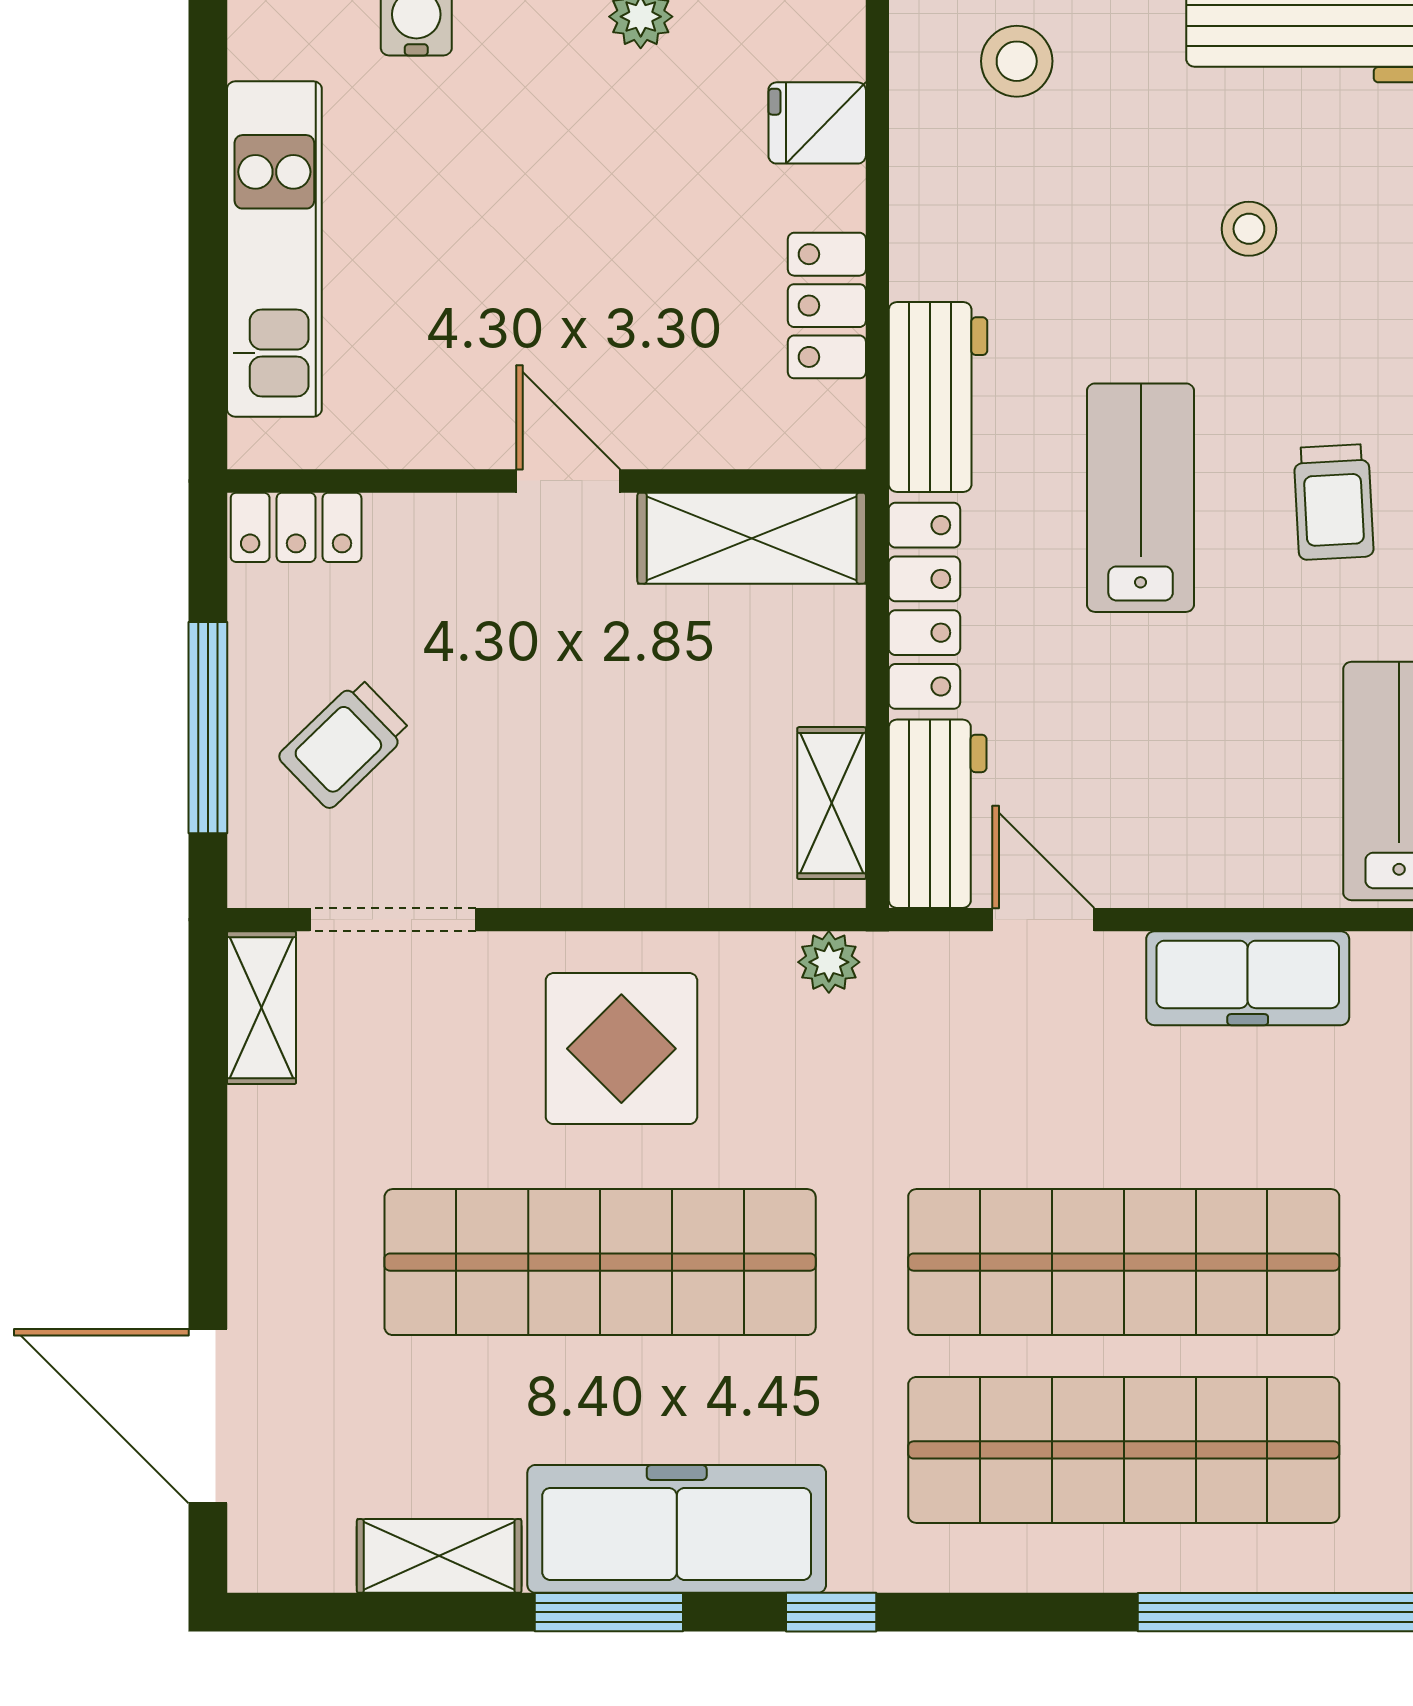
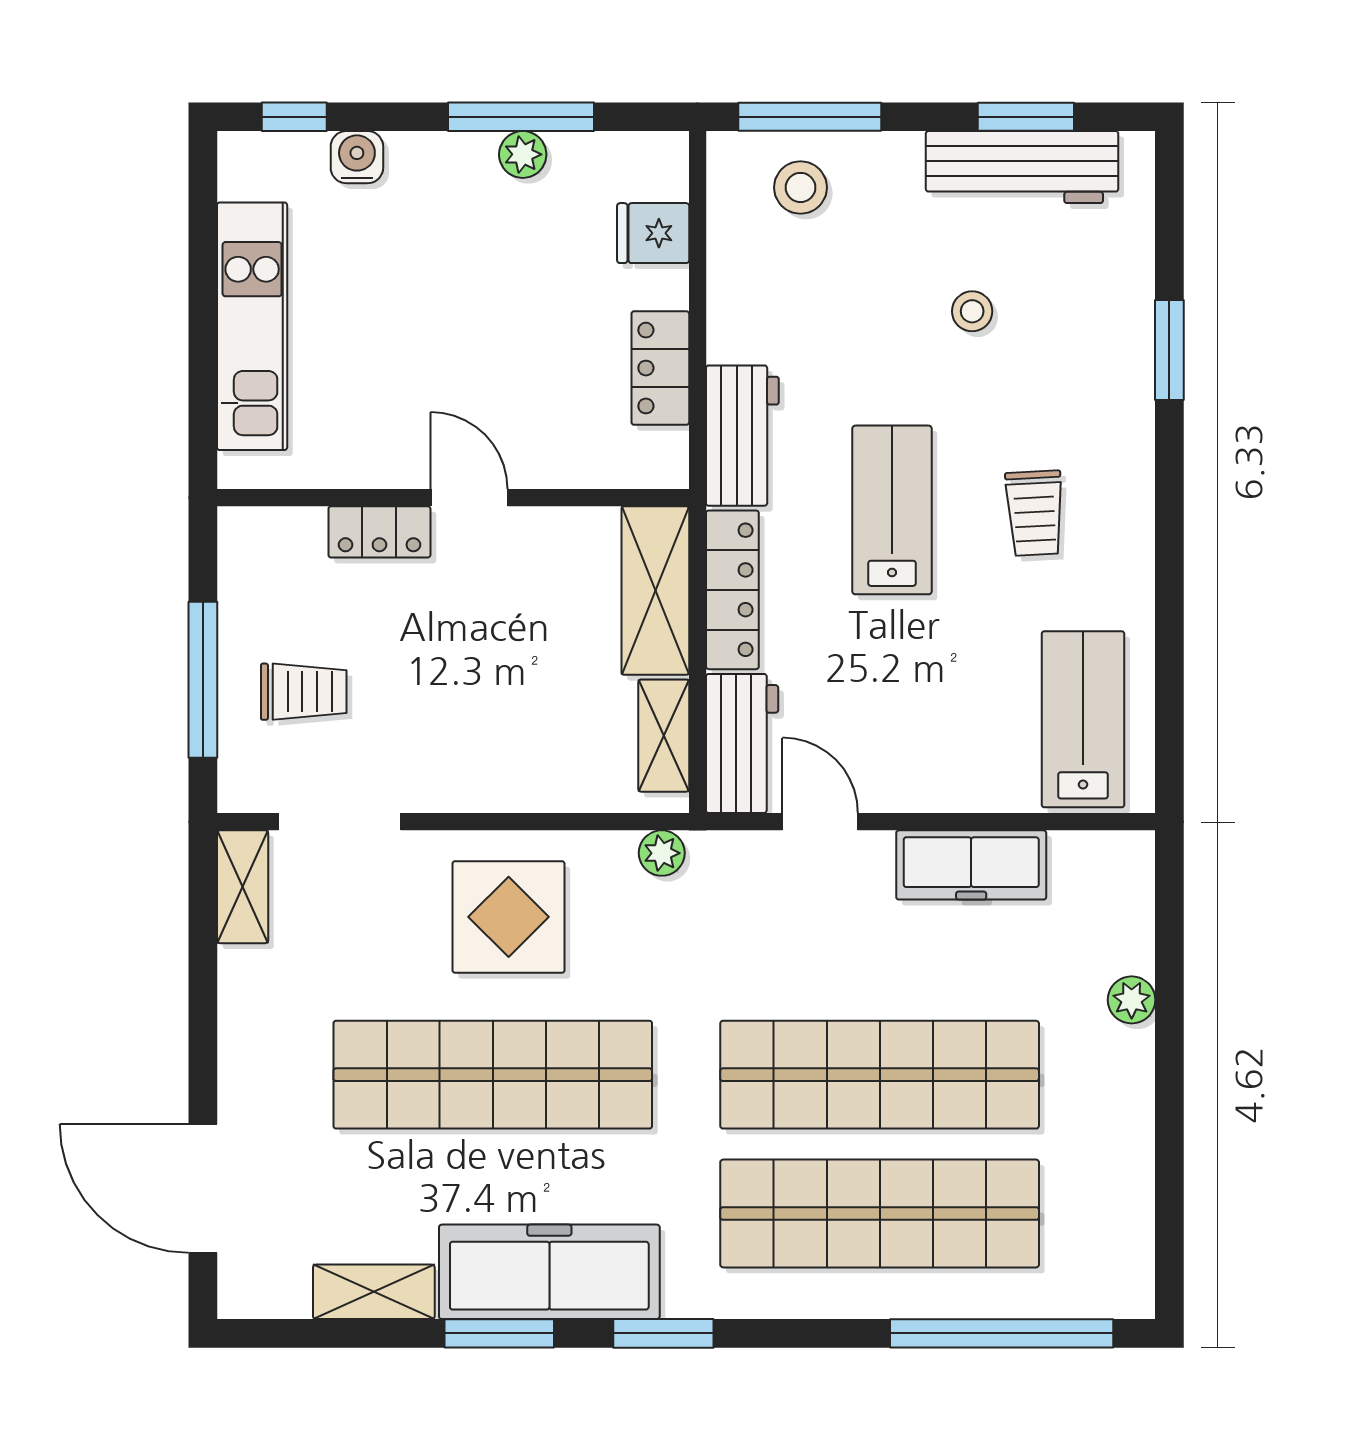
locker: (296, 527) -> (379, 532), moved
shelving: (752, 538) -> (655, 590), moved, turned 90
trolley: (344, 744) -> (304, 692), turned -136
window: (831, 1612) -> (663, 1333), width x1.50

